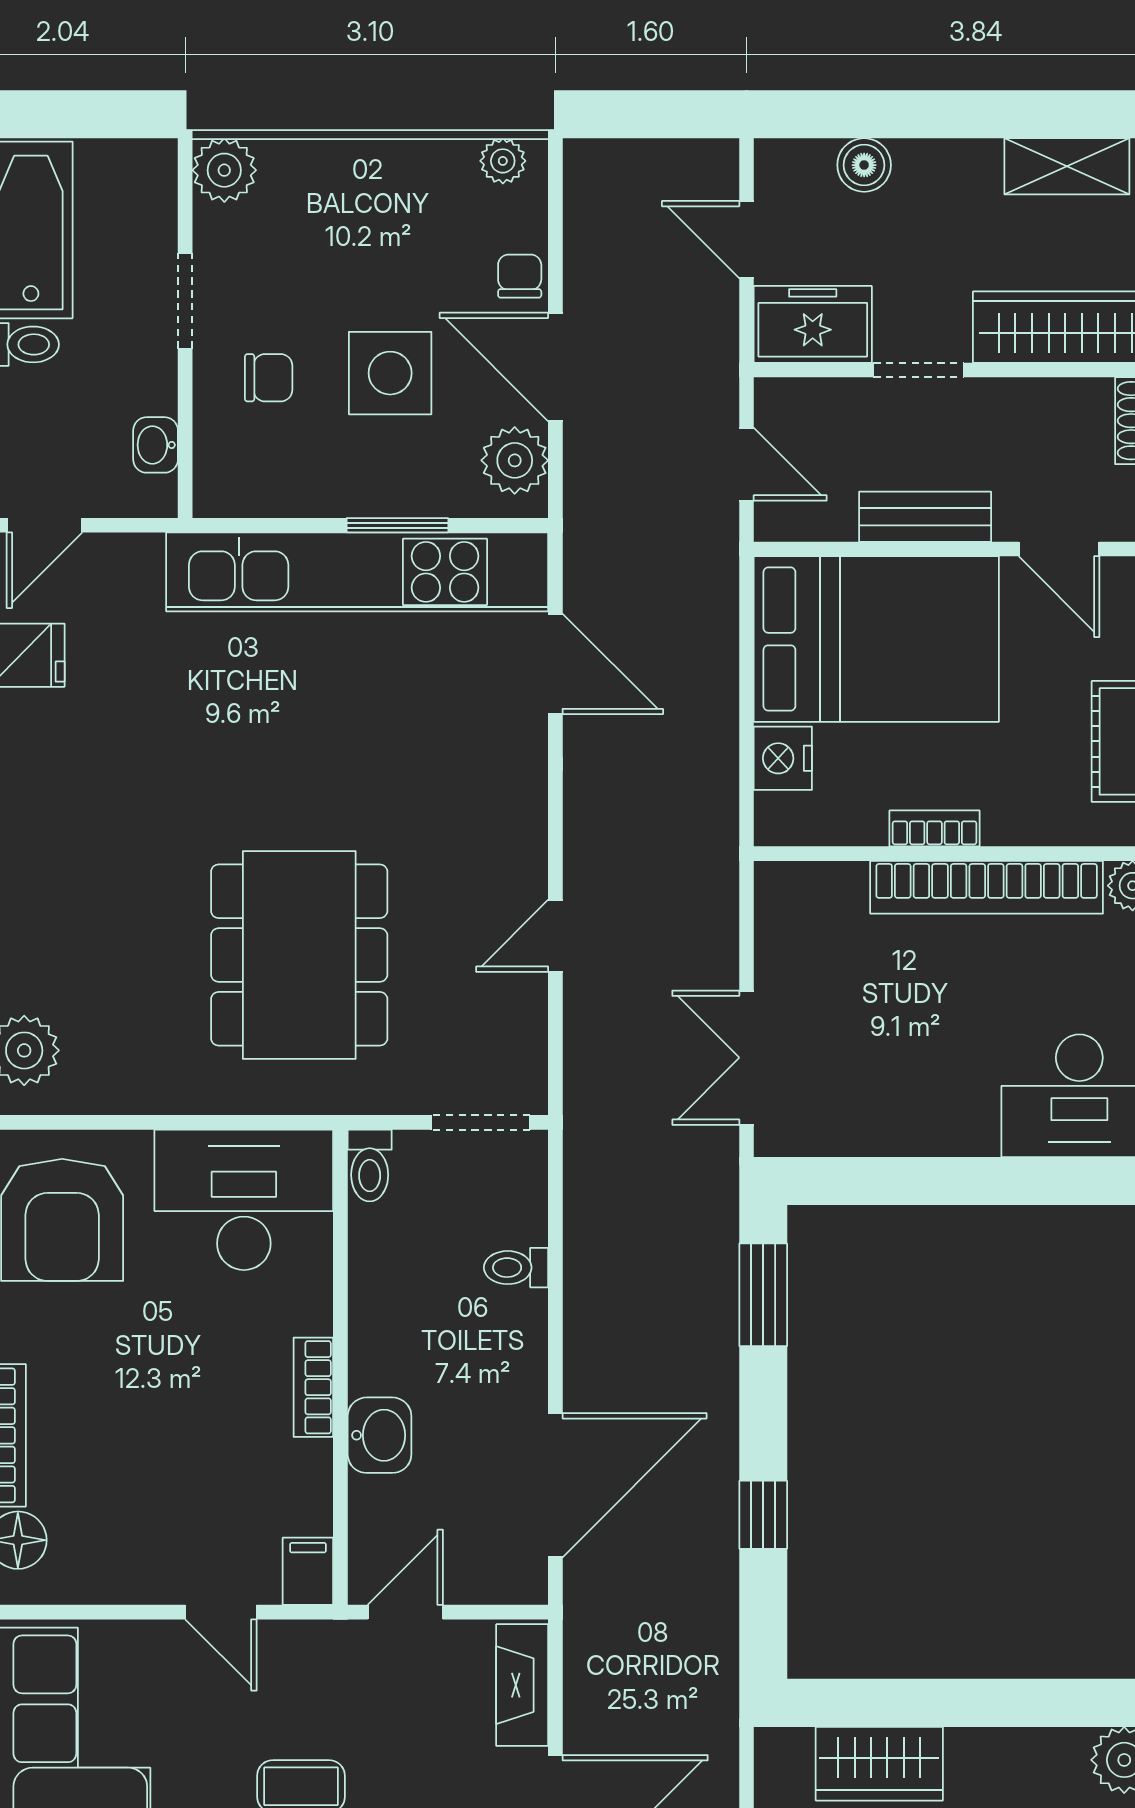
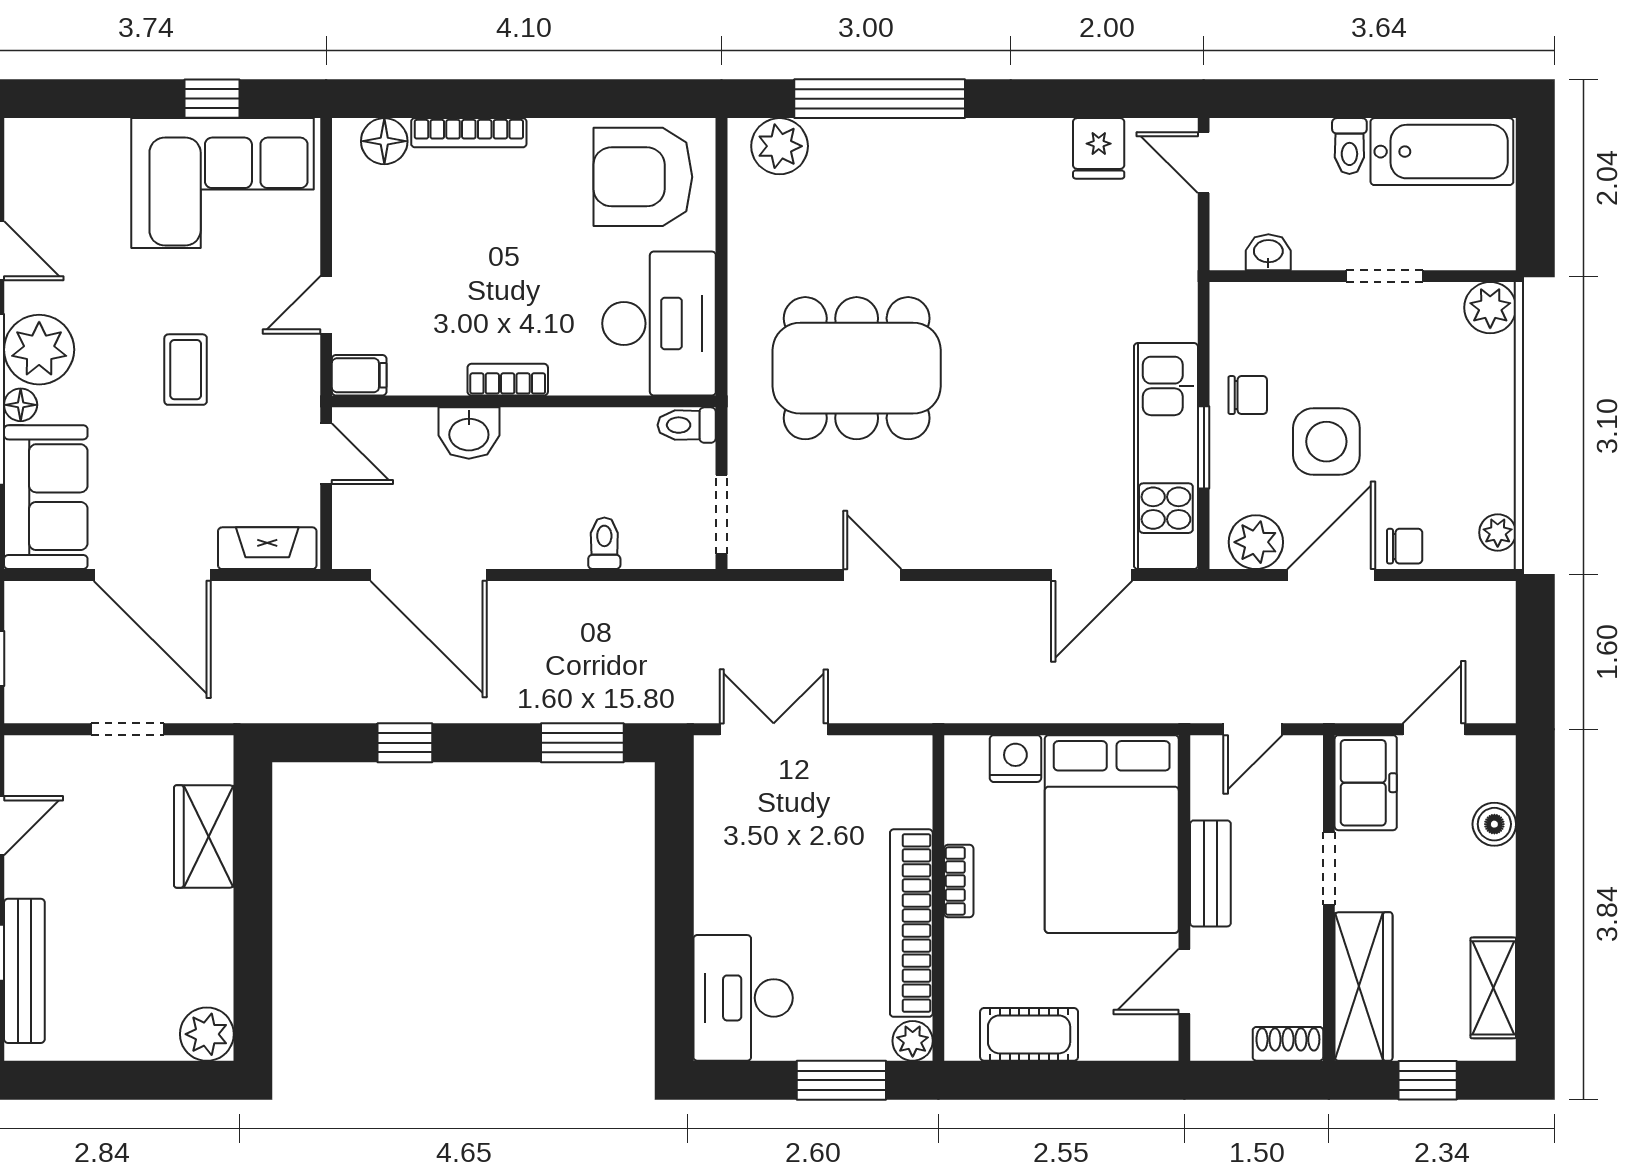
chair: (269, 378) -> (1248, 395), moved, turned -90
kitchen unit: (357, 572) -> (1166, 456), width x0.73

